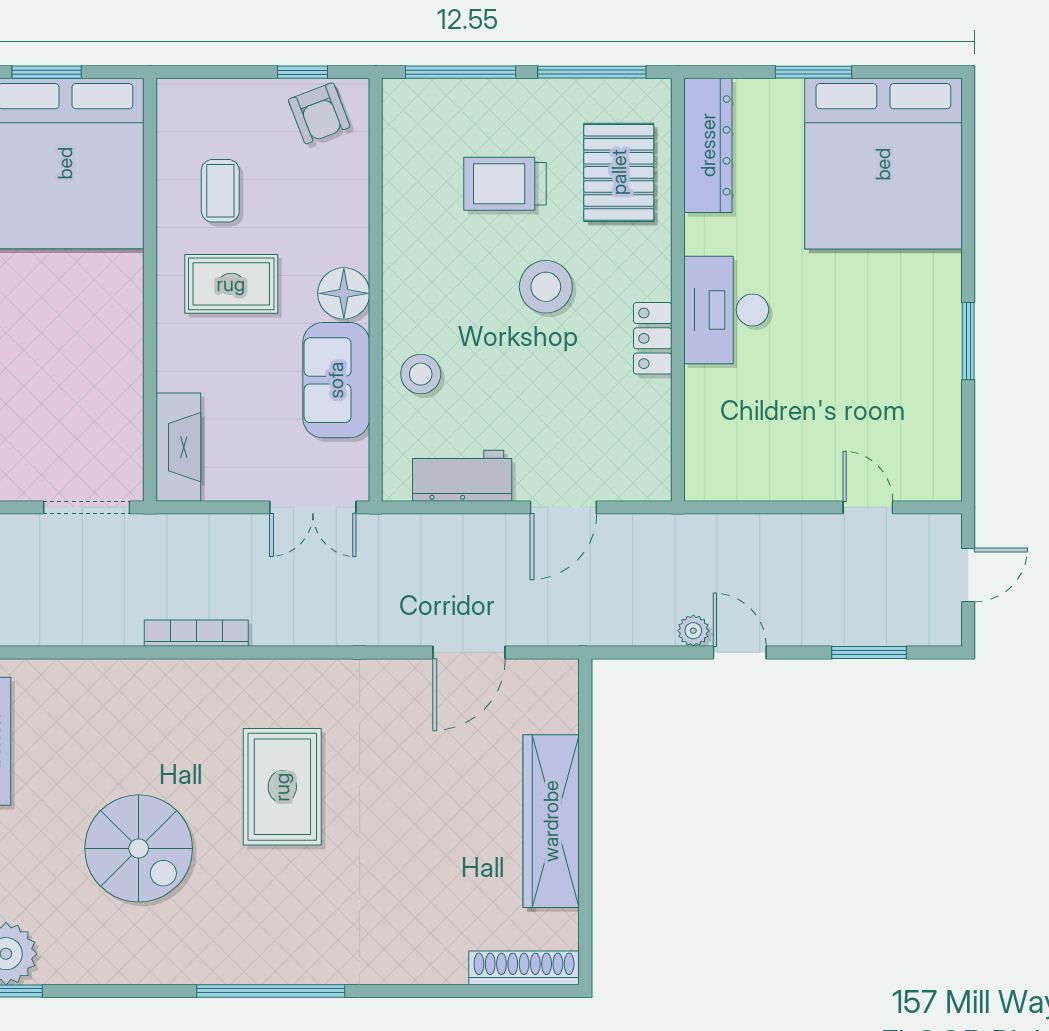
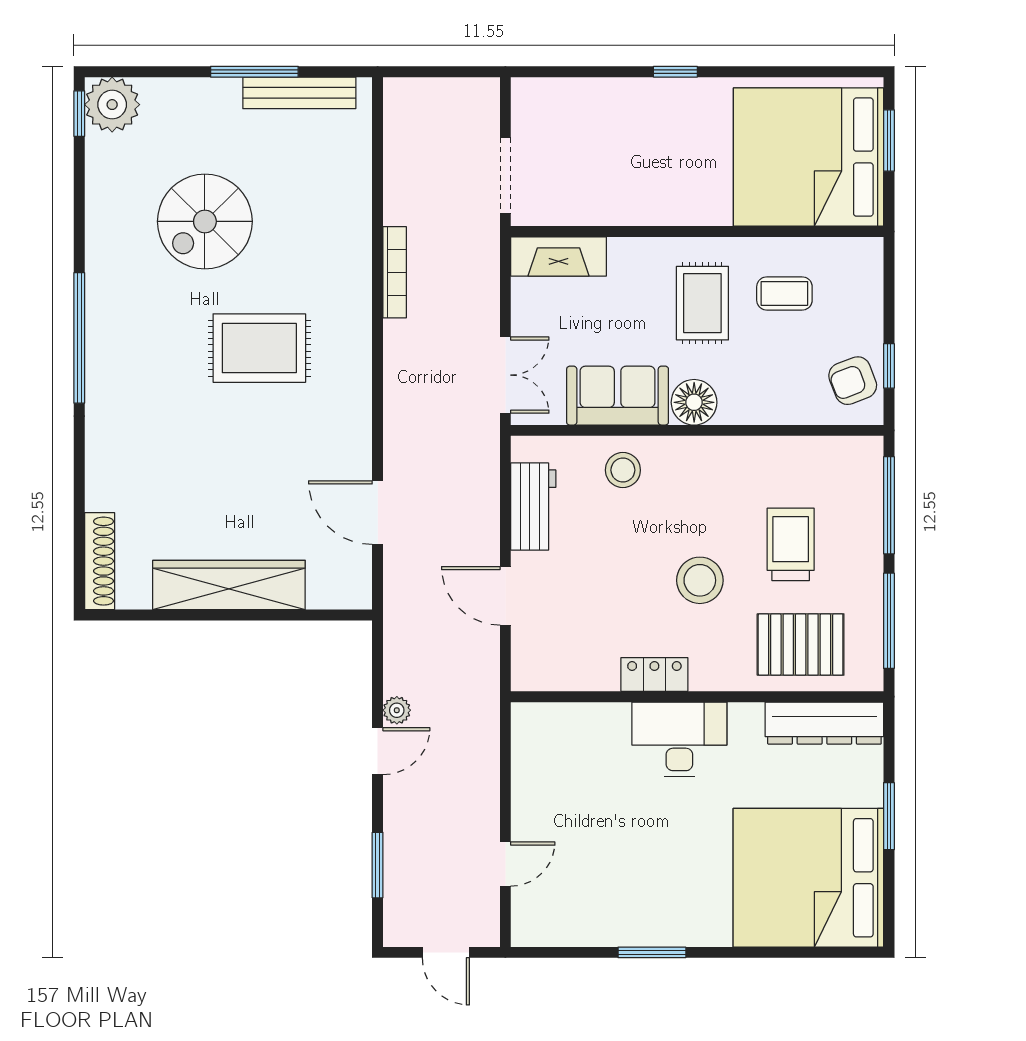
double door: (313, 507) -> (505, 375), swing flipped

